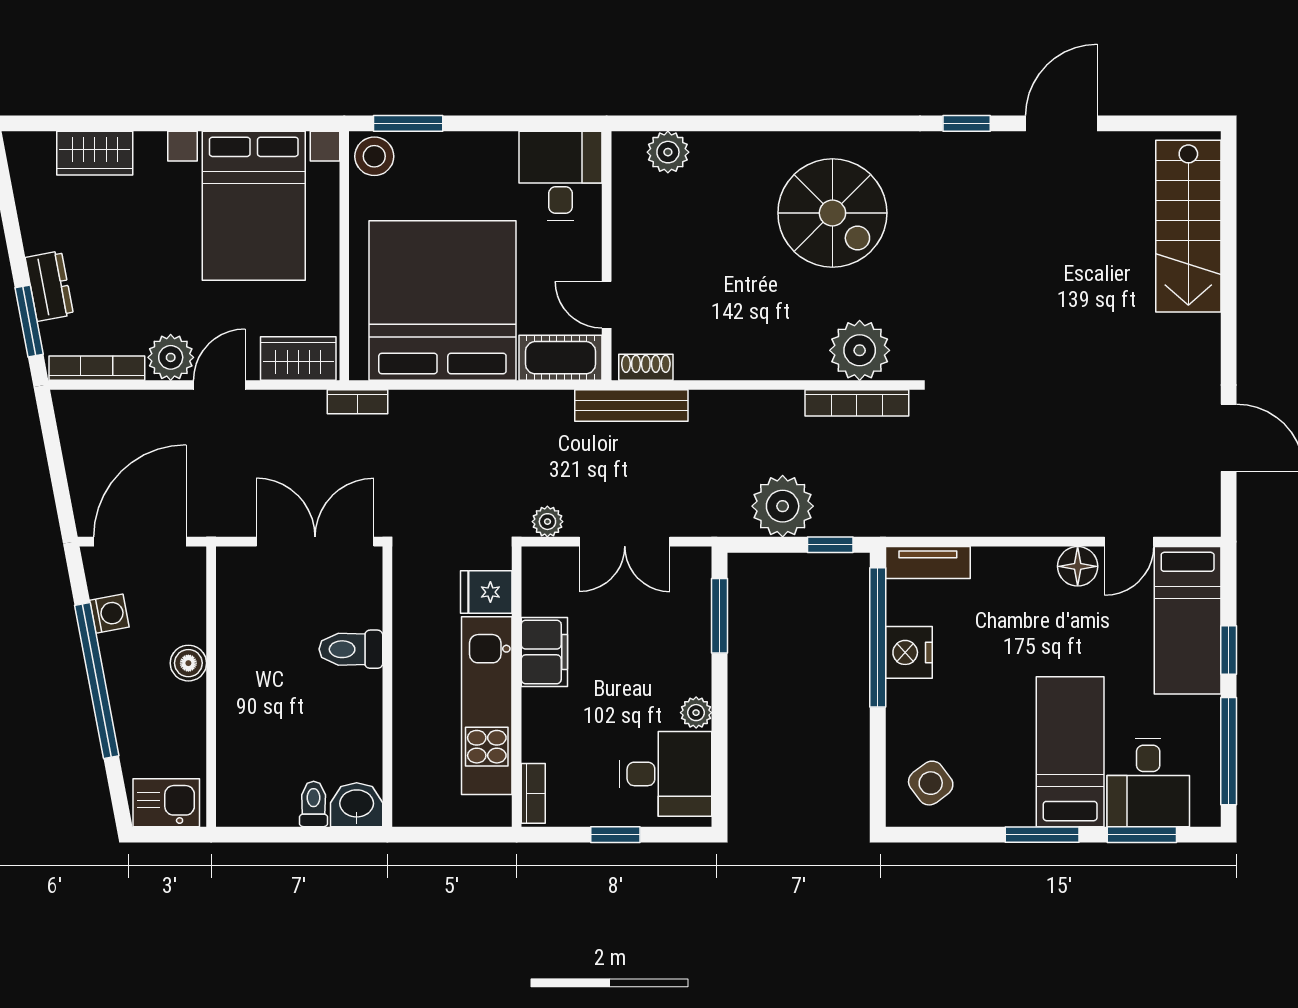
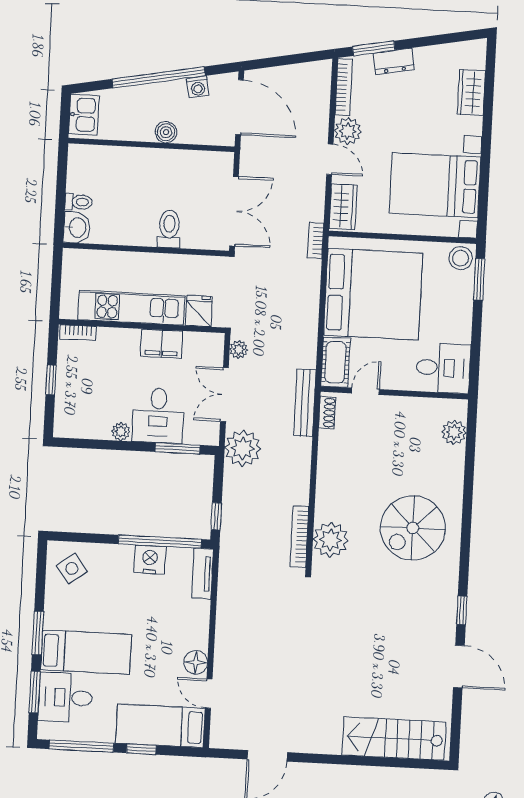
plant: (783, 506) -> (243, 448), moved
desk: (666, 774) -> (158, 416), moved

